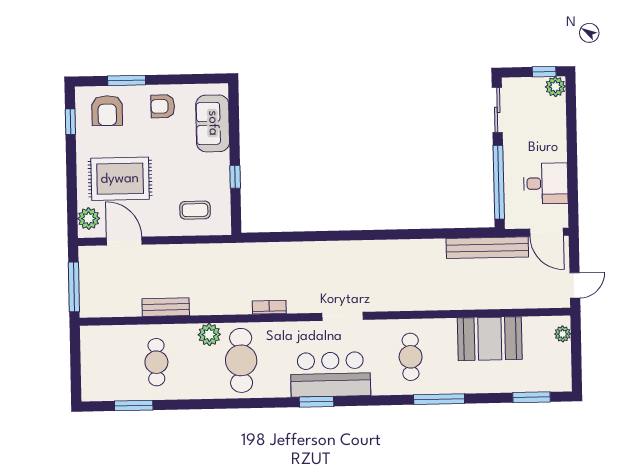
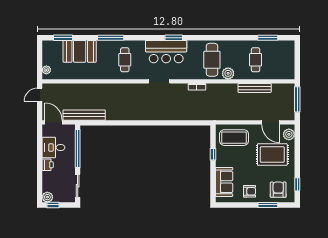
printer: (556, 150) -> (48, 165), added
coffee table: (195, 210) -> (234, 138), width x1.86, depth x1.72
bench: (166, 307) -> (255, 88), width x1.36
booth: (490, 339) -> (80, 51), moved

